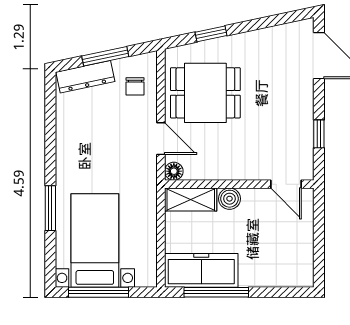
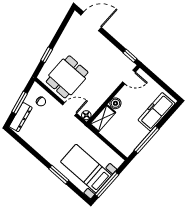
window: (319, 134) -> (130, 56), moved
freezer: (201, 270) -> (156, 112), moved

